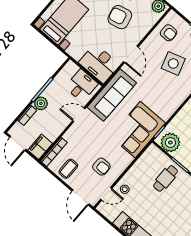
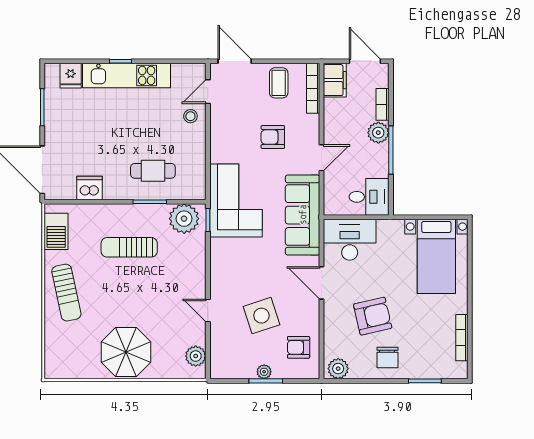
desk: (81, 85) -> (369, 197), moved, turned -90
armchair: (101, 167) -> (273, 137), moved
cafe table: (166, 178) -> (153, 171), turned 90

